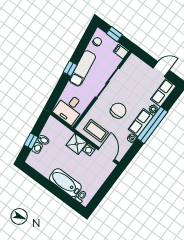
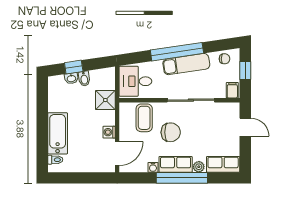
window: (70, 68) -> (177, 52), width x3.17
door: (161, 69) -> (245, 127), moved
coffee table: (96, 131) -> (144, 118), moved
shower: (77, 144) -> (105, 100), moved

